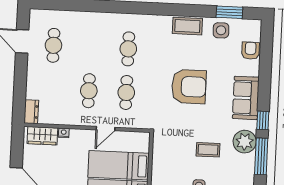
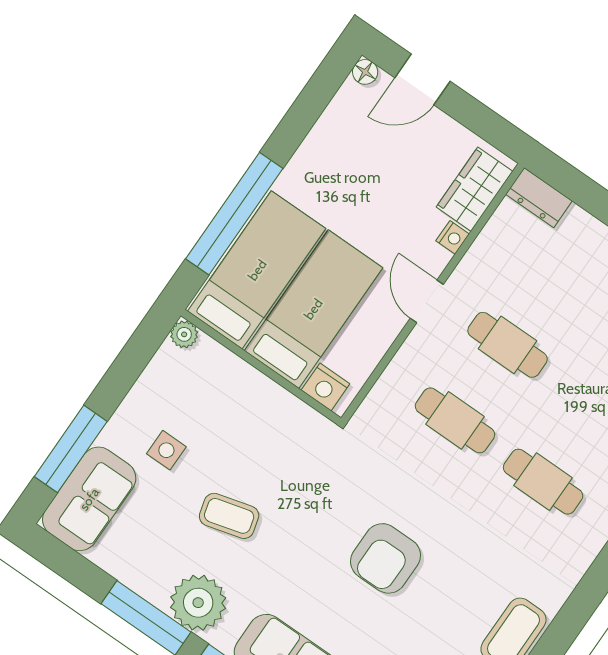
armchair: (189, 87) -> (386, 558), width x0.73, depth x0.73
door: (106, 129) -> (427, 301), moved
nightstand: (143, 144) -> (325, 387), added
coffee table: (208, 150) -> (229, 516), turned 75

